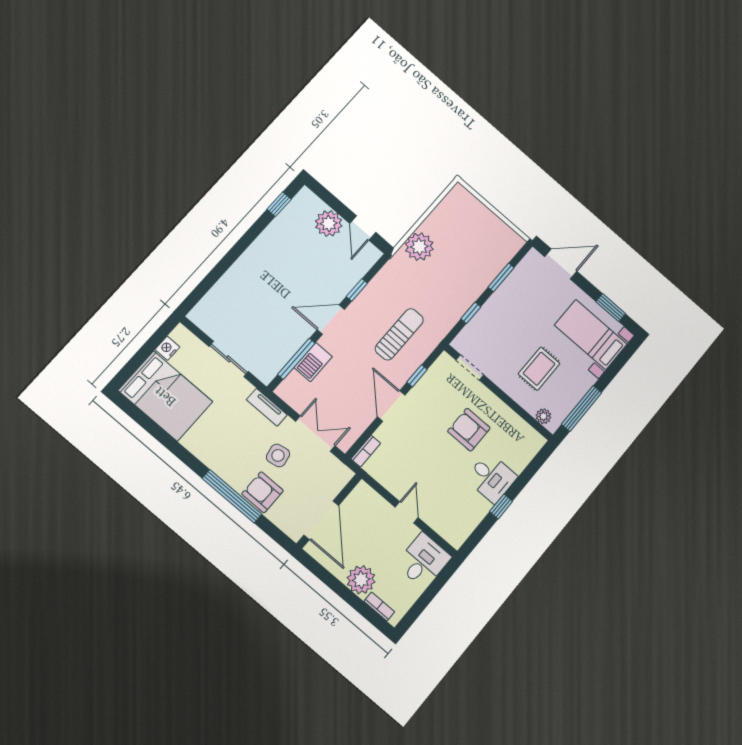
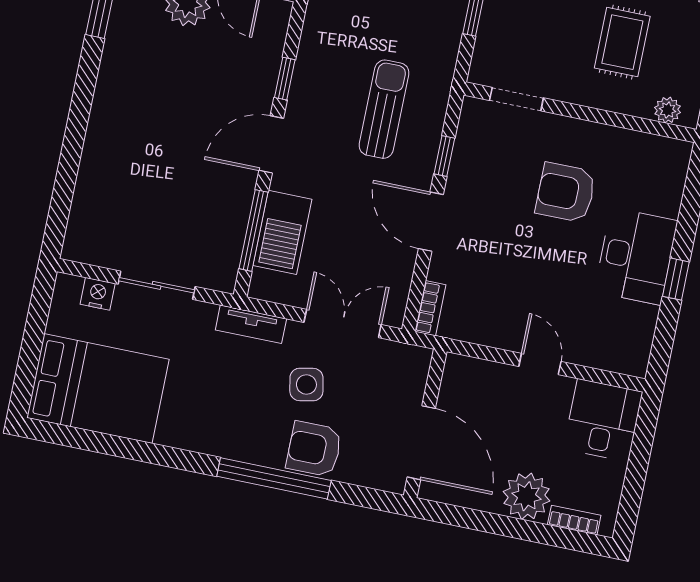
nightstand: (167, 348) -> (98, 294), moved, turned 90
barbecue: (313, 362) -> (282, 232), width x1.37, depth x1.21
desk: (491, 478) -> (636, 256), width x1.37

